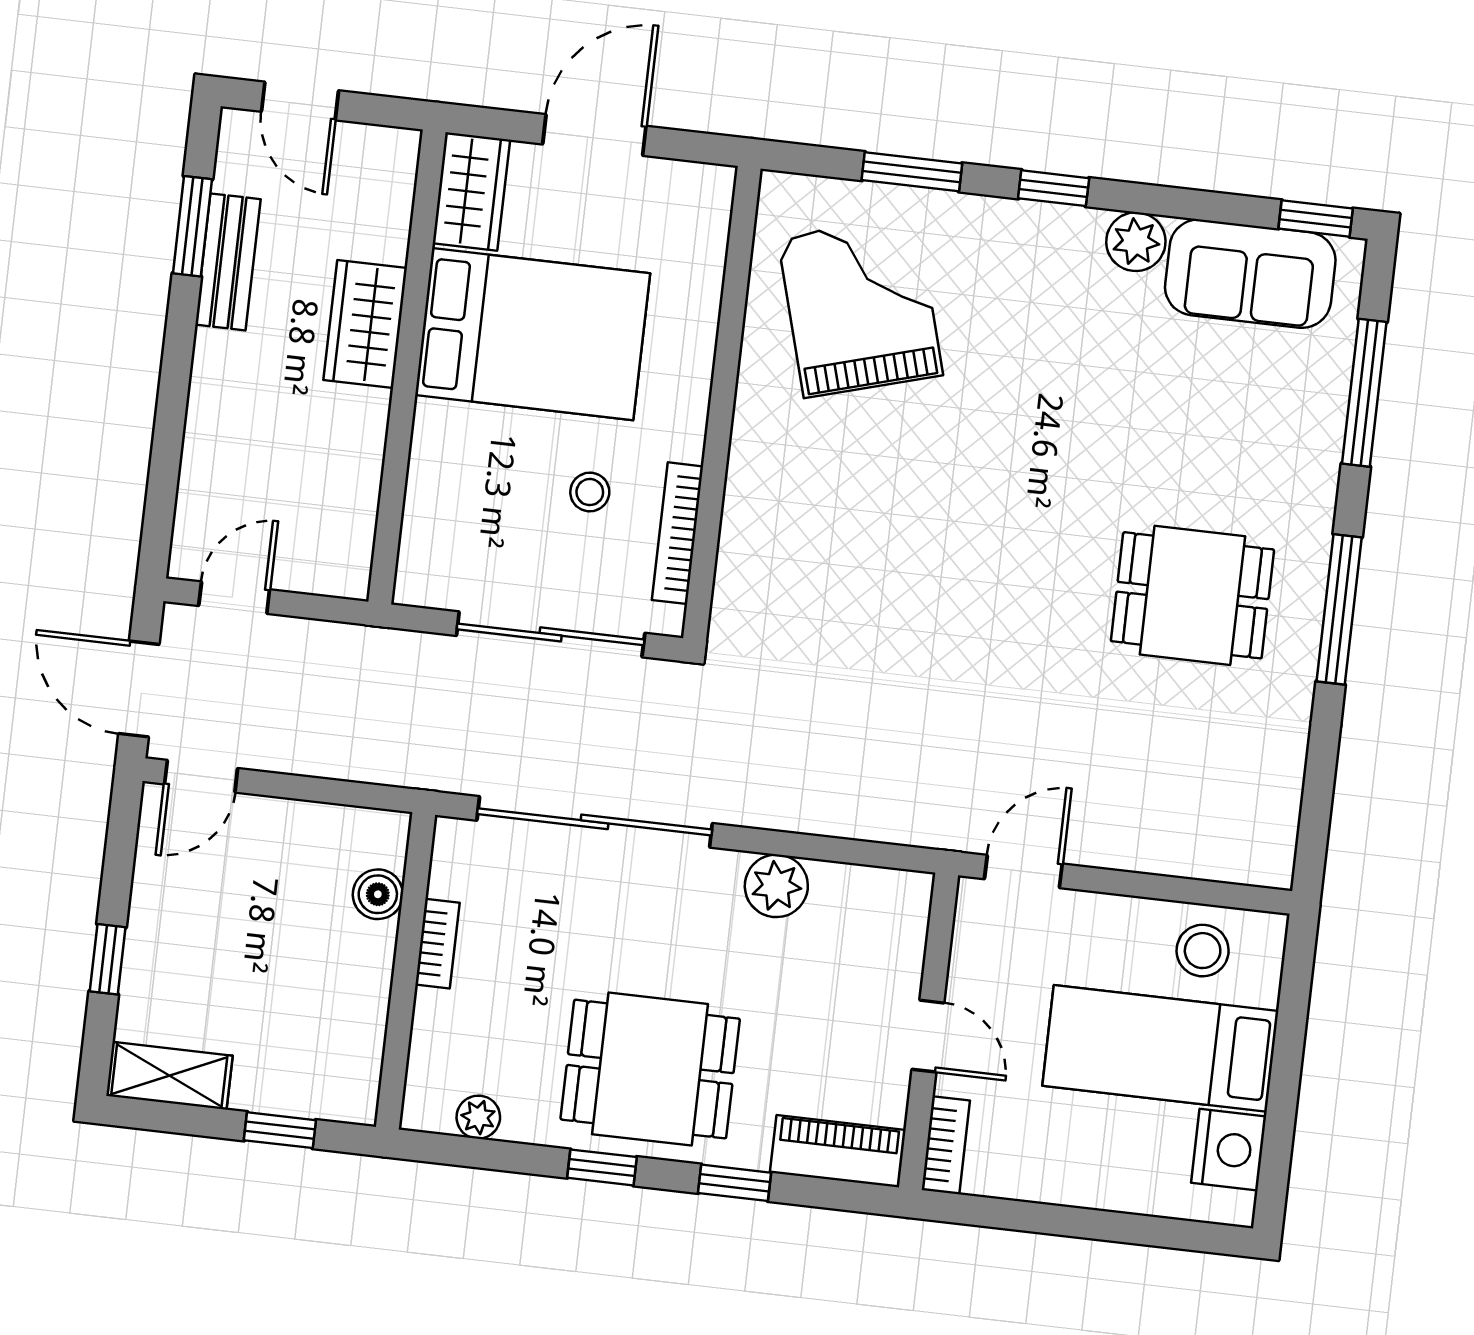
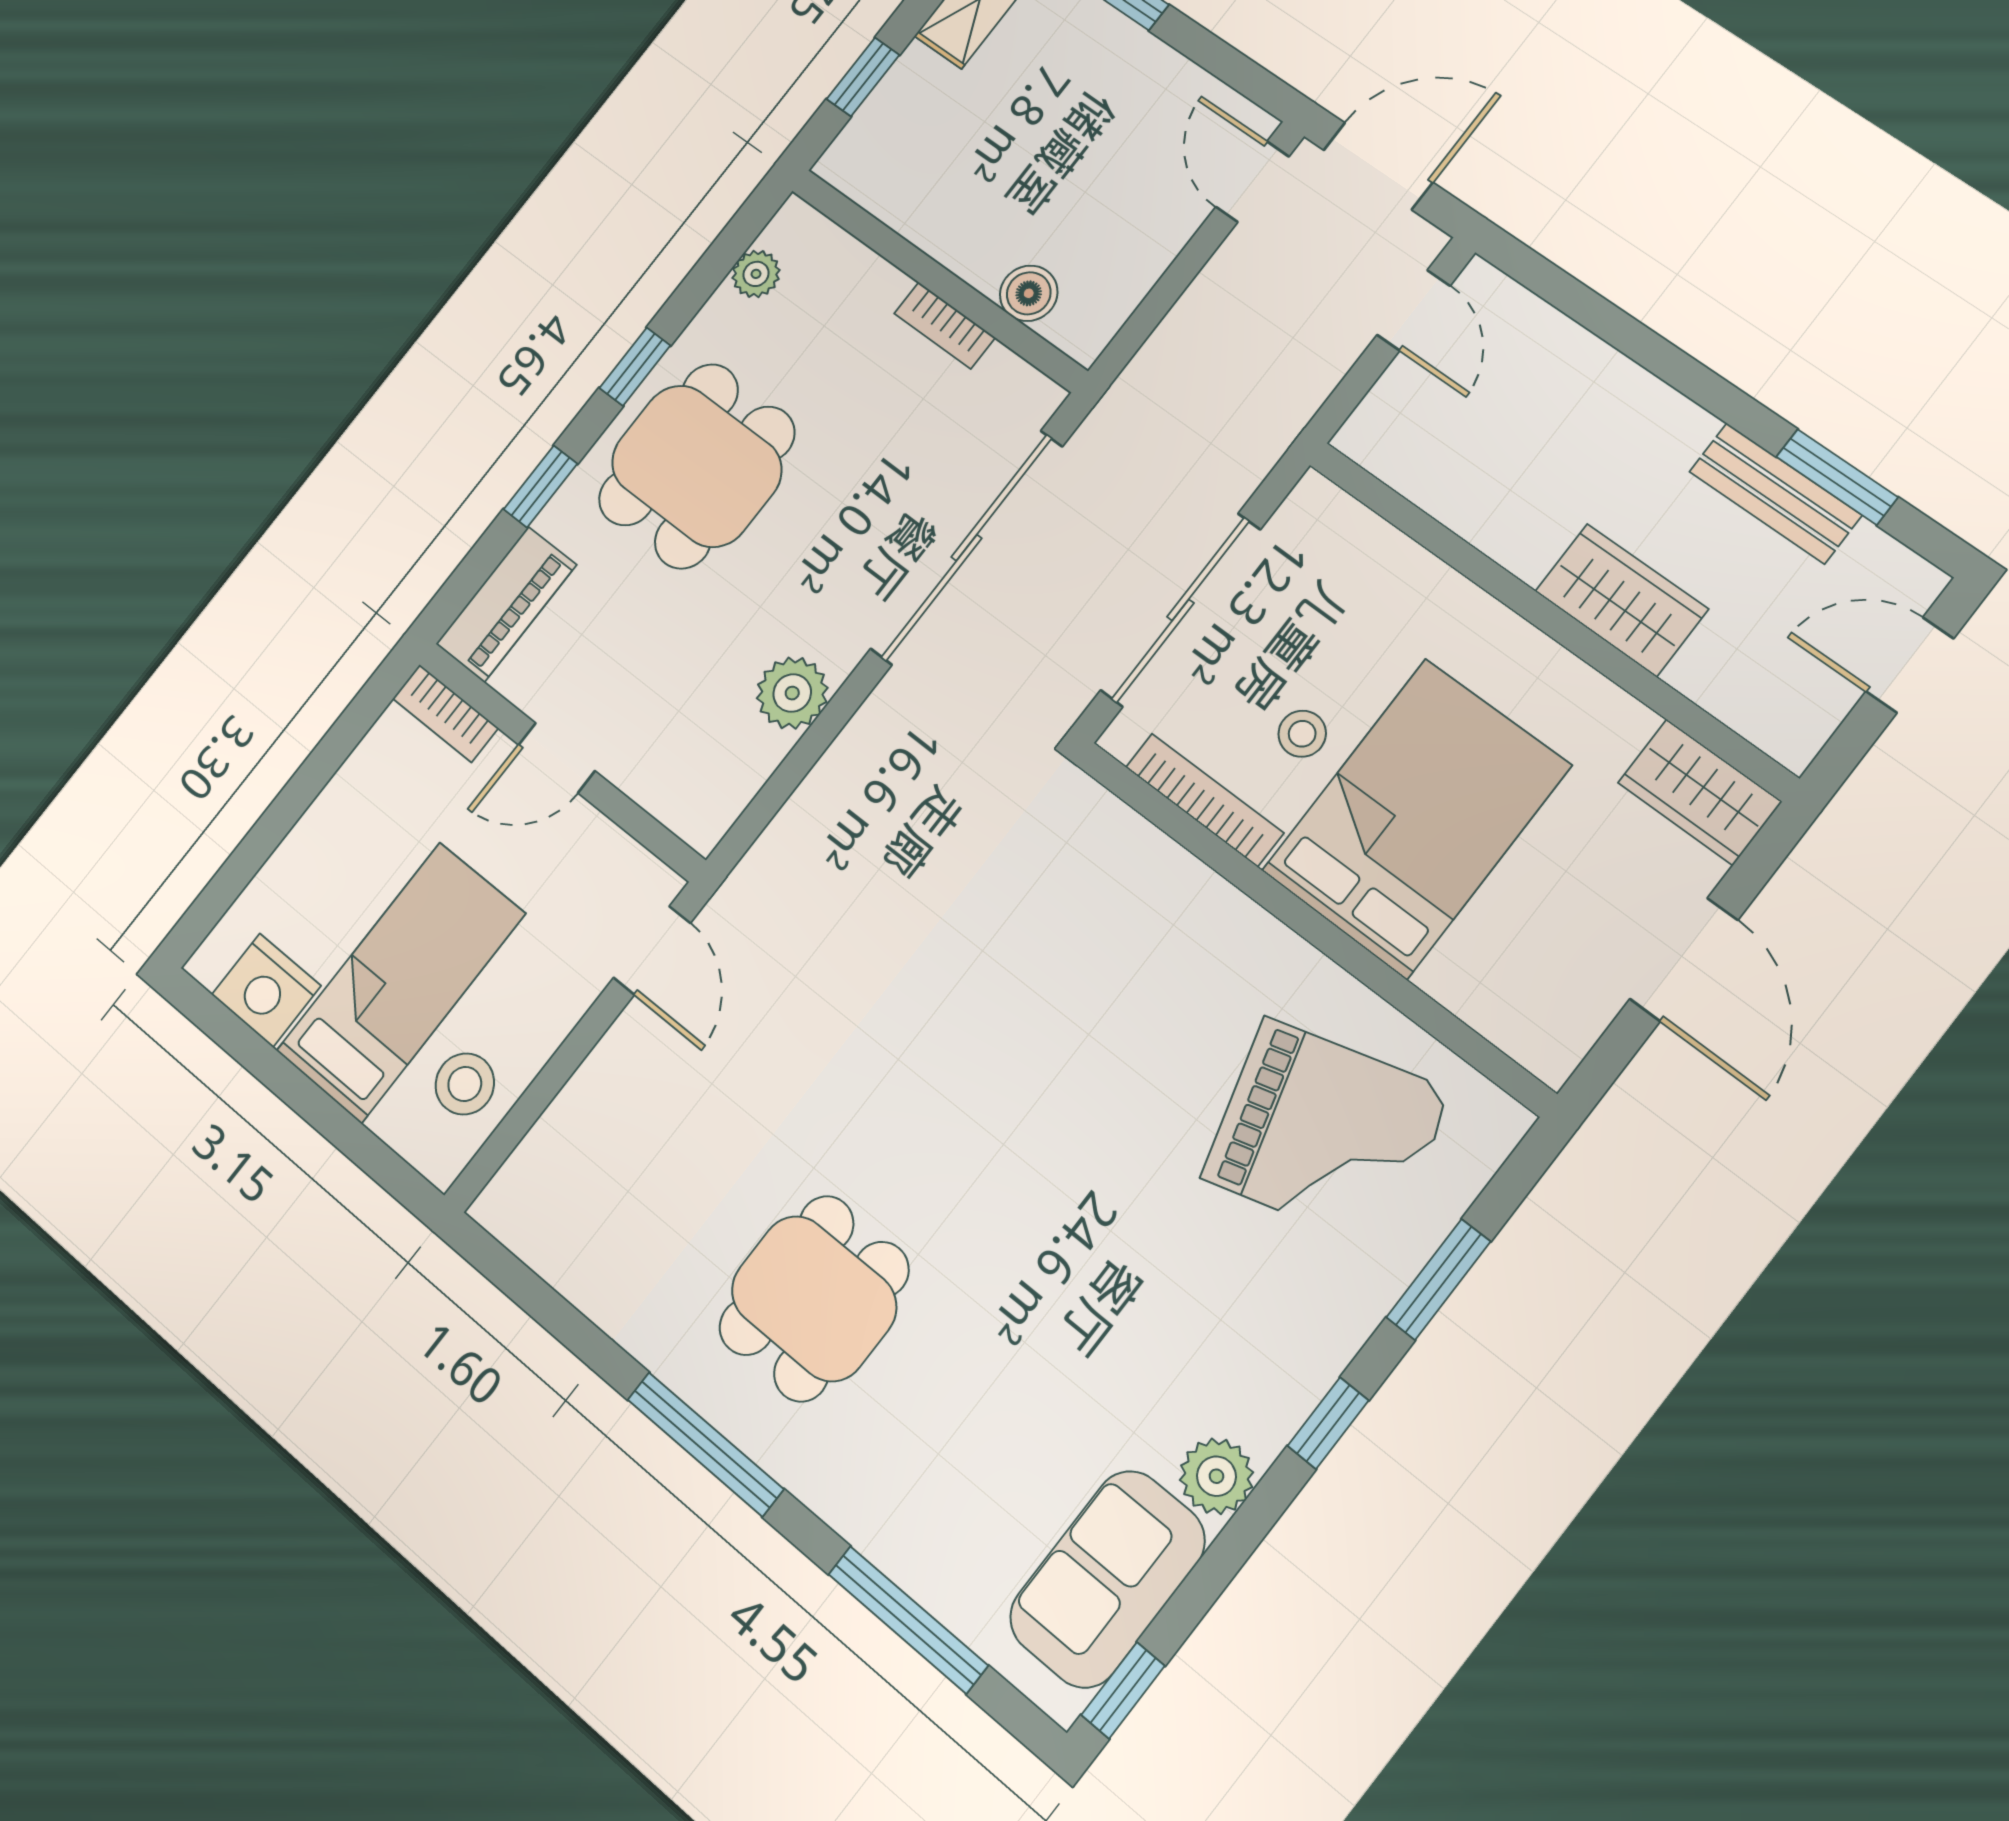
bed: (533, 334) -> (1416, 818), moved, turned 180

